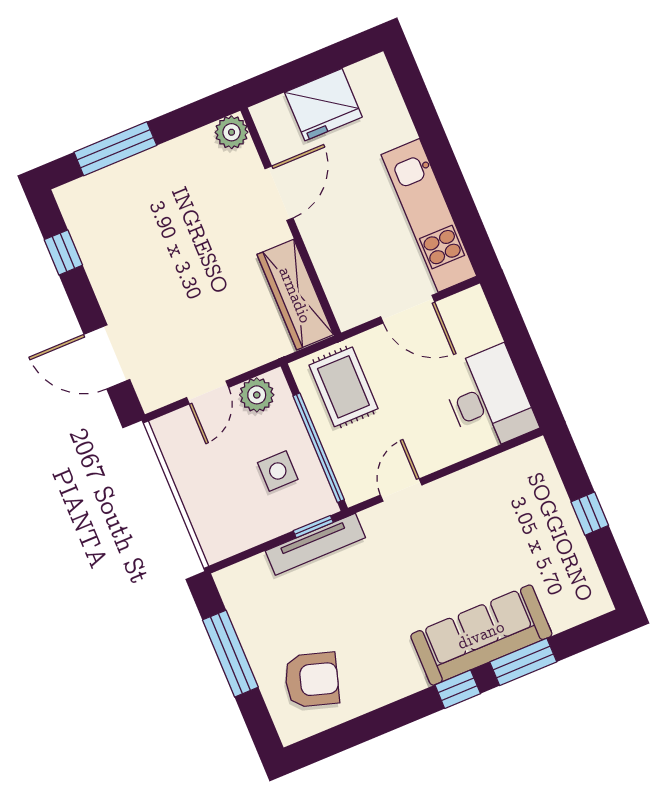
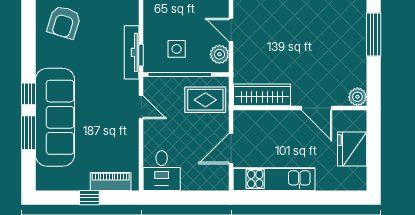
desk: (489, 399) -> (162, 171), width x0.73
piano: (548, 489) -> (111, 181), added
sofa: (481, 635) -> (55, 117), width x1.36, depth x1.27

